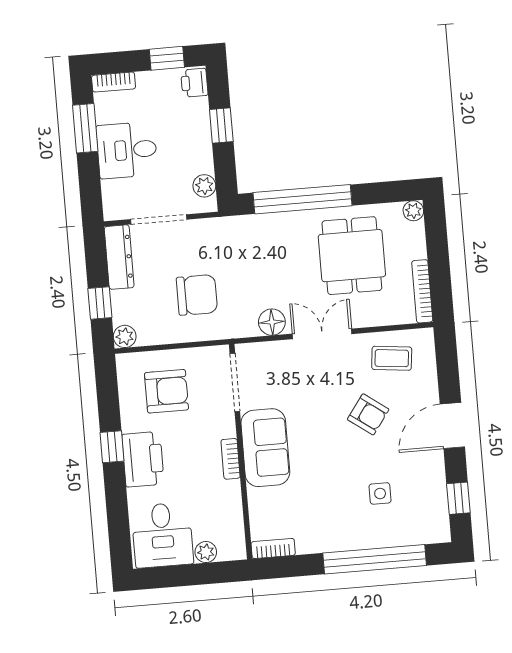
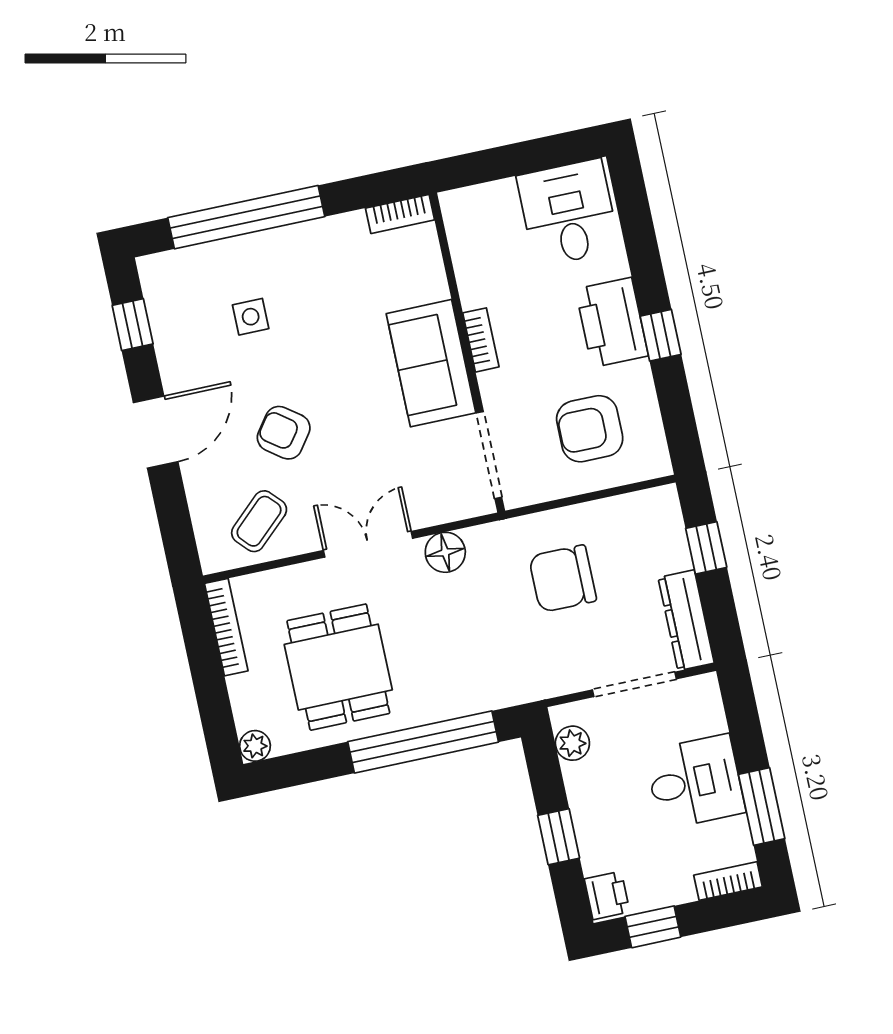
double door: (322, 334) -> (368, 544), swing flipped
plant: (125, 336) -> (663, 503), removed
coffee table: (392, 358) -> (259, 521), turned -49
plant: (206, 552) -> (500, 196), removed

